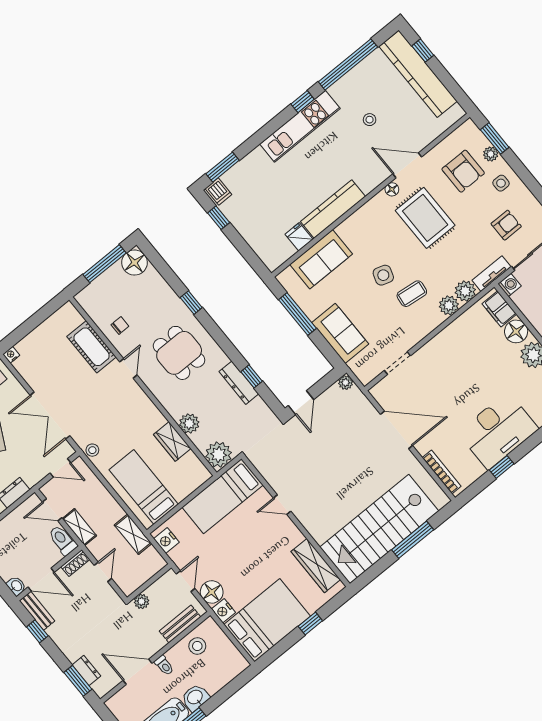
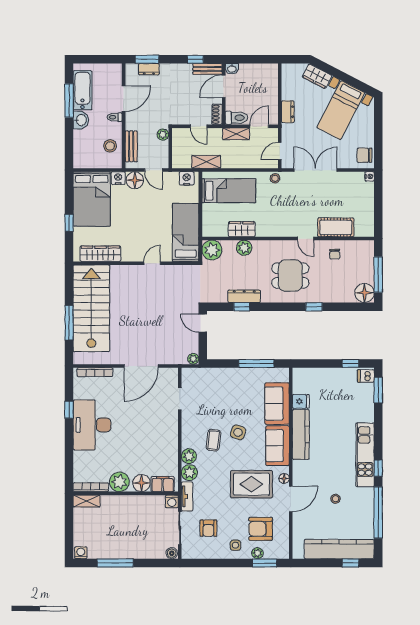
sofa: (340, 333) -> (278, 446), moved, turned 90

